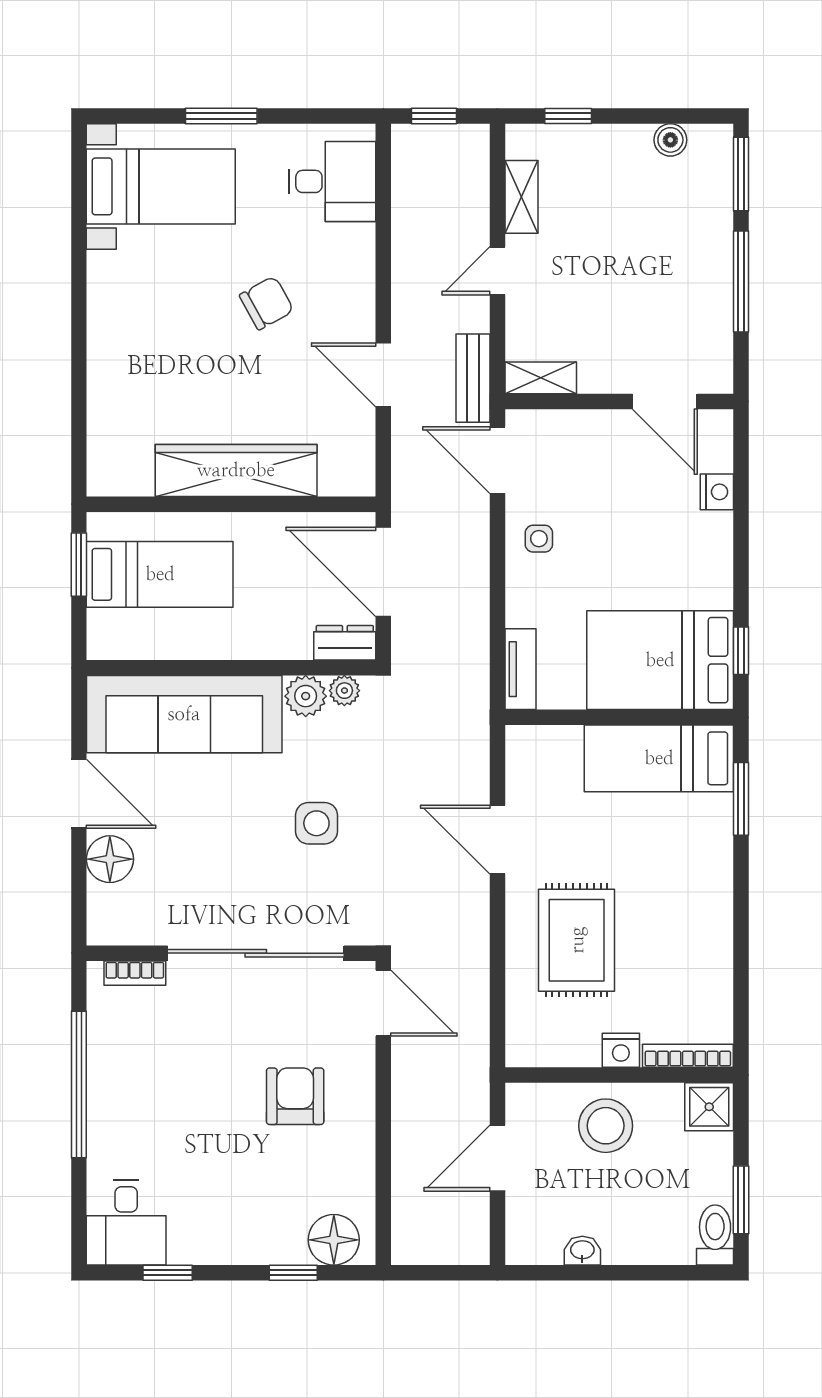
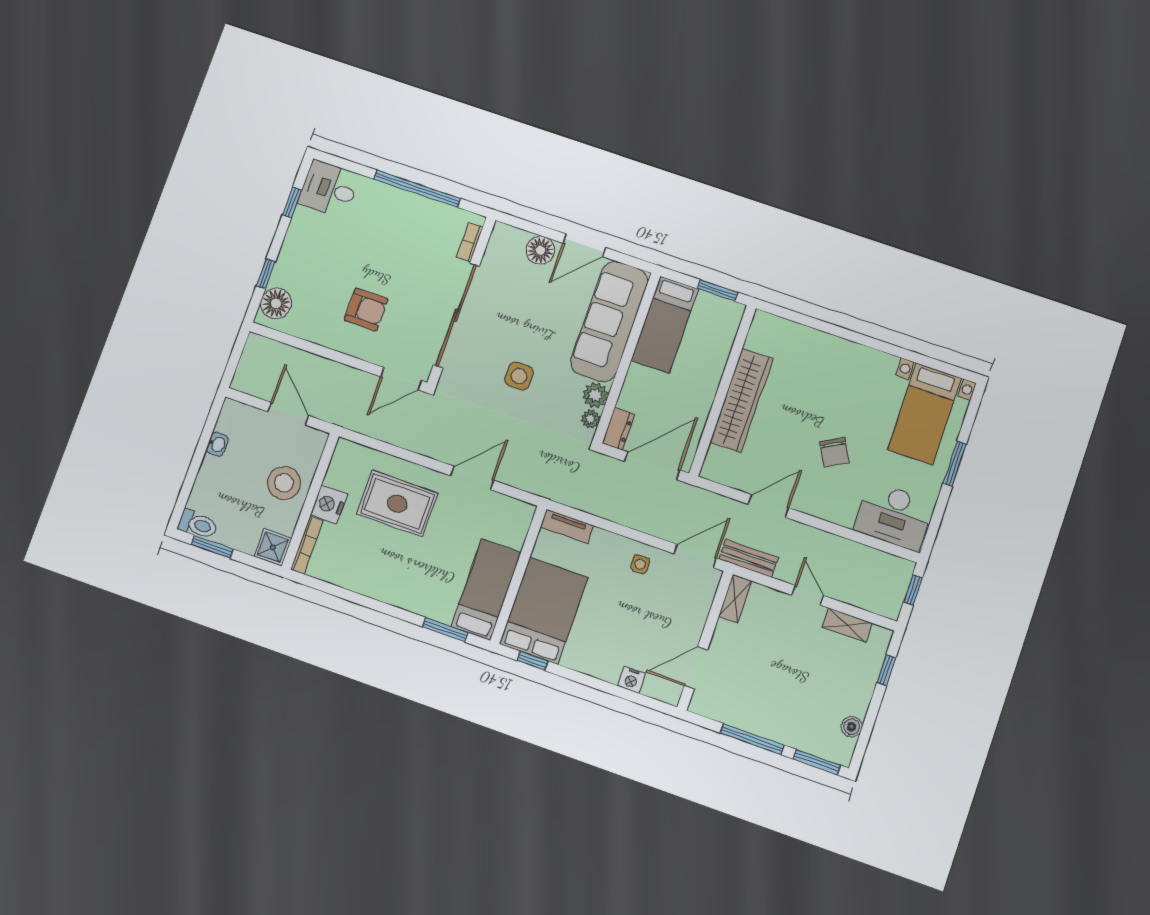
desk: (332, 181) -> (894, 516), width x1.37
bed: (160, 574) -> (665, 325), moved
nightstand: (621, 1050) -> (329, 504), width x1.36, depth x1.33

